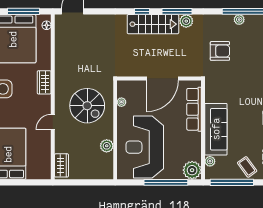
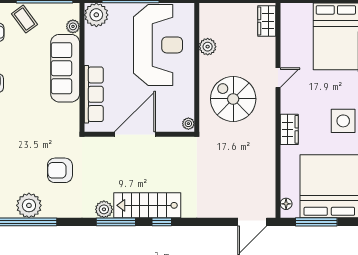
plant: (239, 20) -> (29, 205), width x1.87, depth x1.87
plant: (121, 102) -> (188, 124), moved

